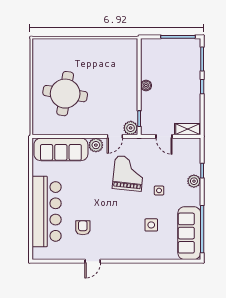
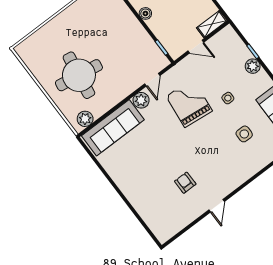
plant: (131, 128) -> (85, 119), moved
bar counter: (47, 211) -> (142, 193), removed

